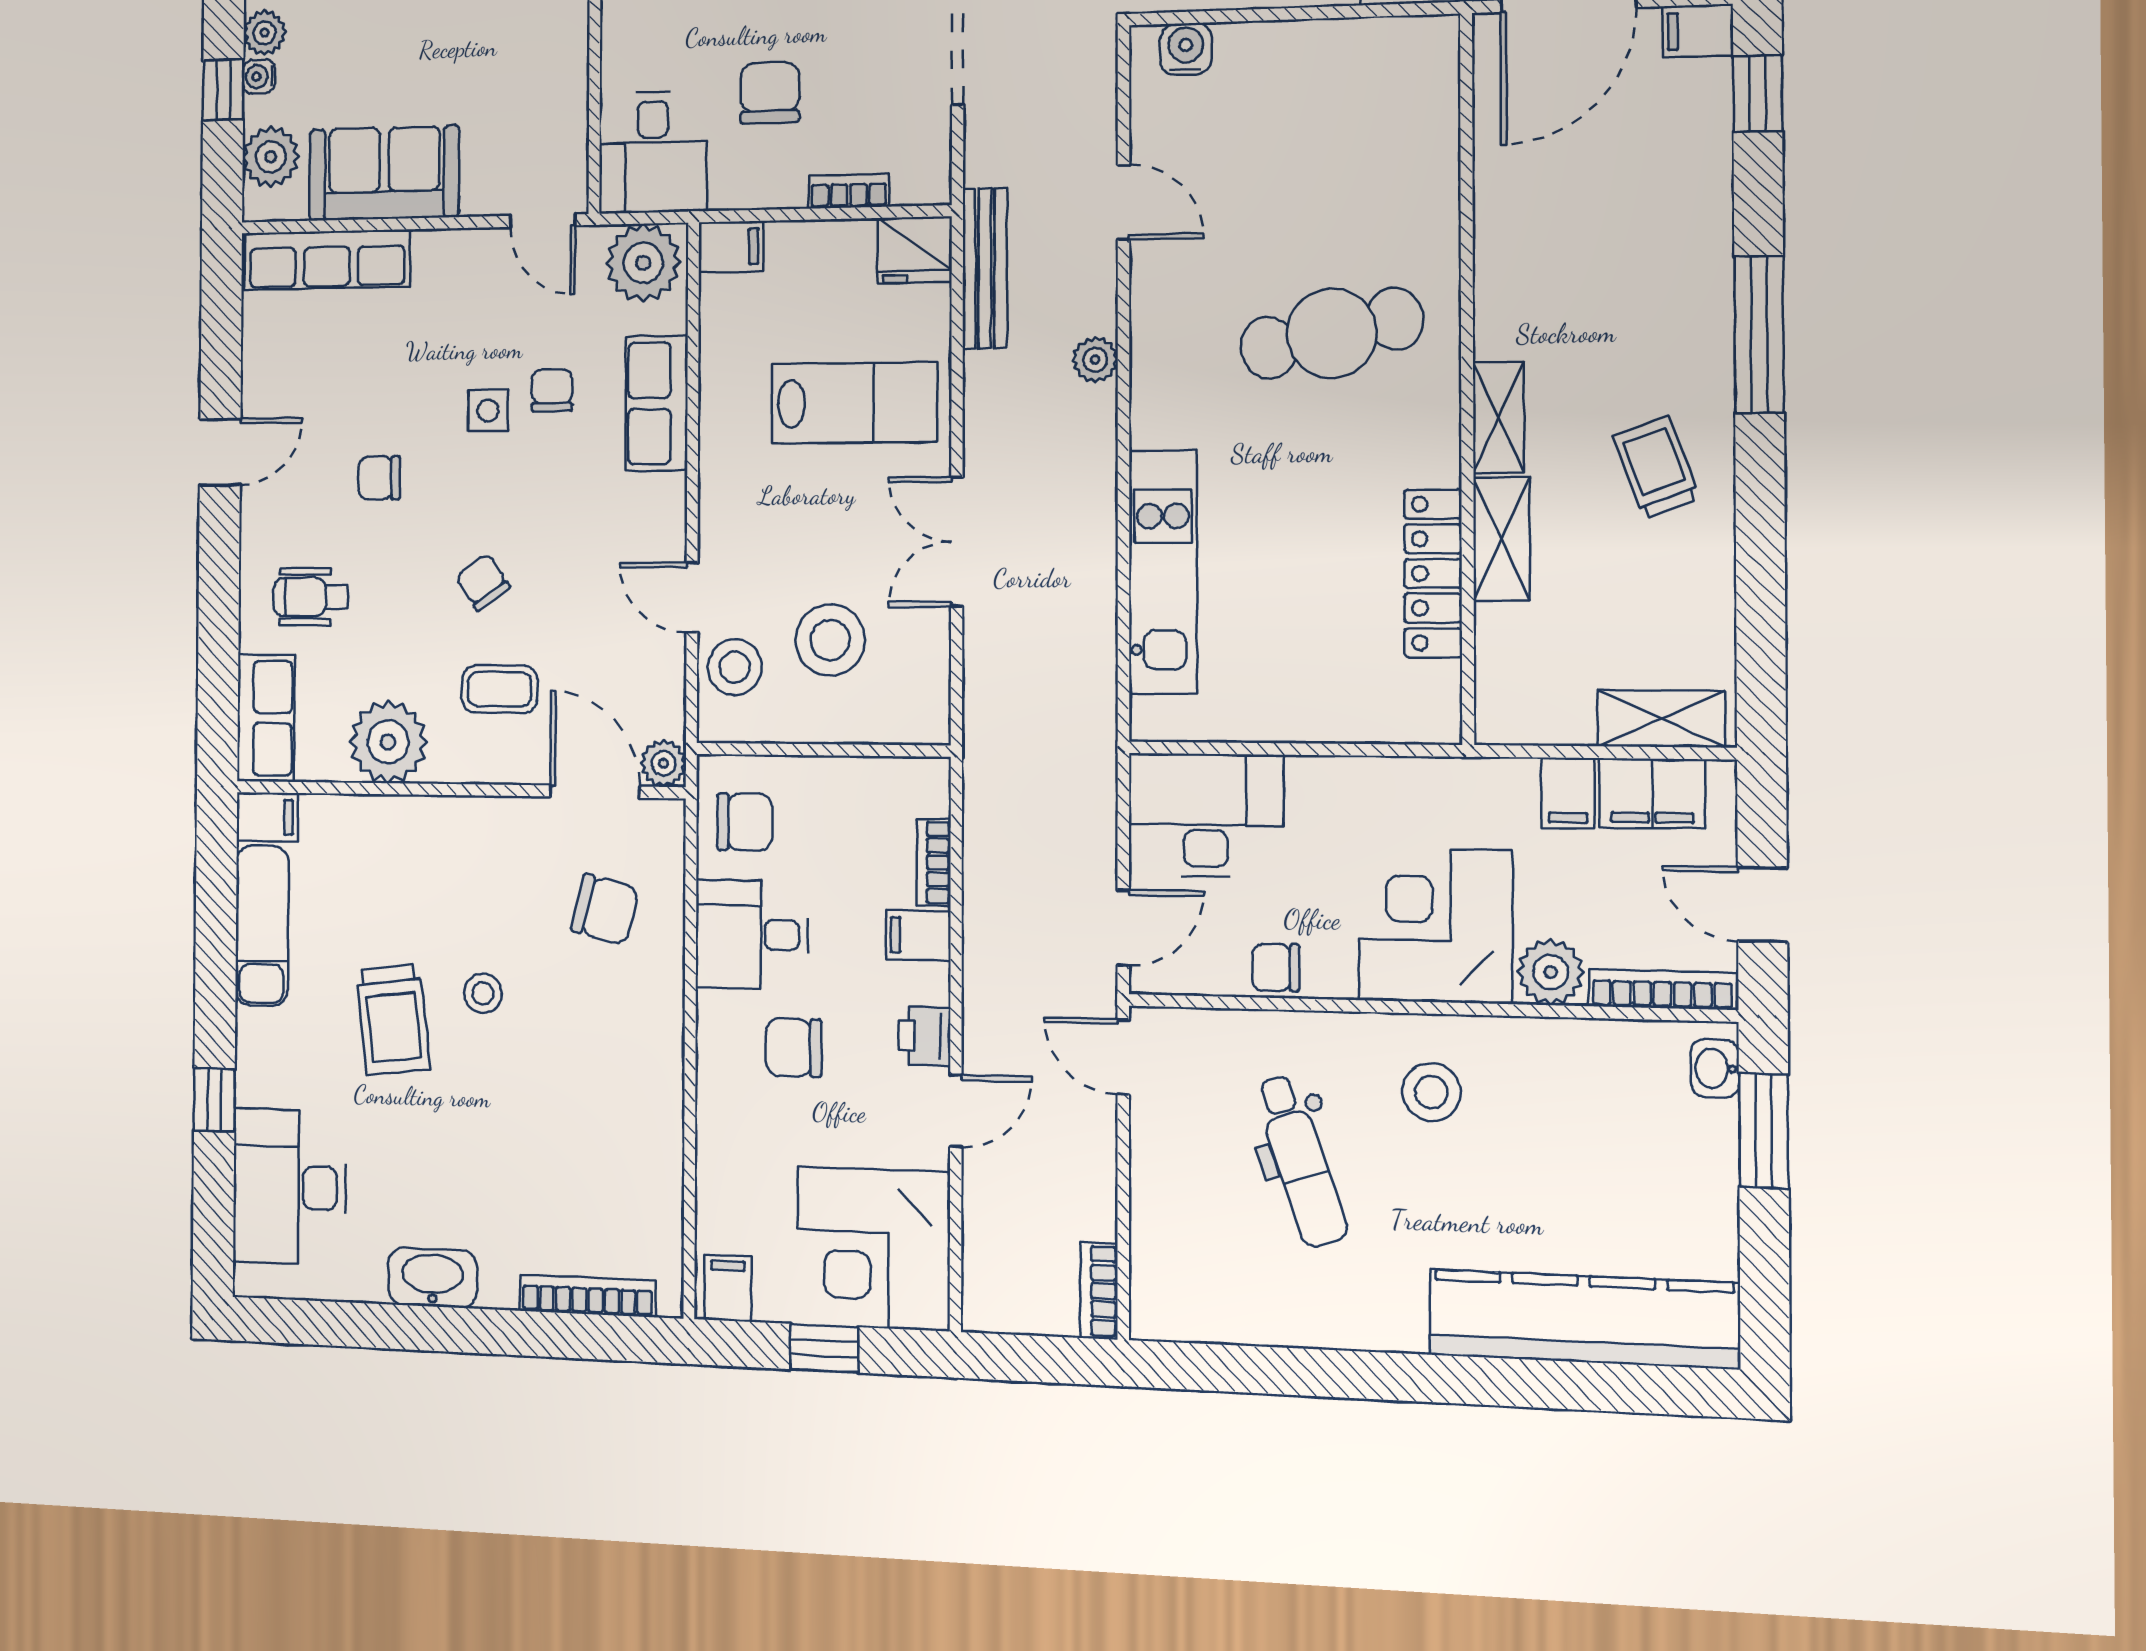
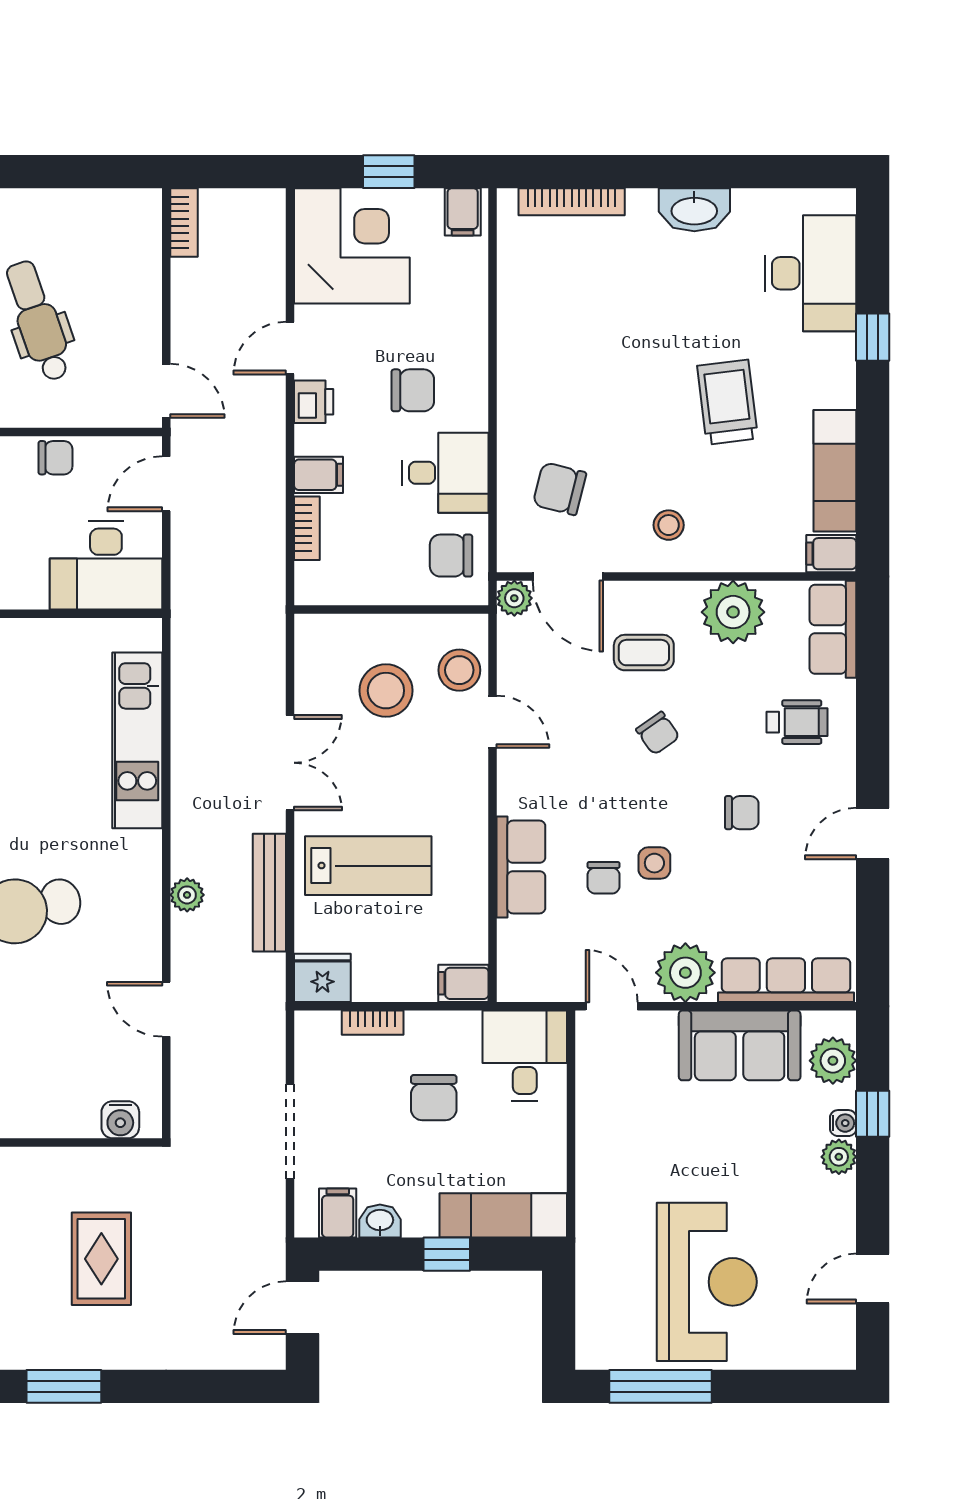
plant: (643, 263) -> (685, 973), moved
bench: (985, 268) -> (269, 893), moved
lab bench: (854, 403) -> (368, 866), turned 180
stool: (483, 993) -> (669, 525), moved

